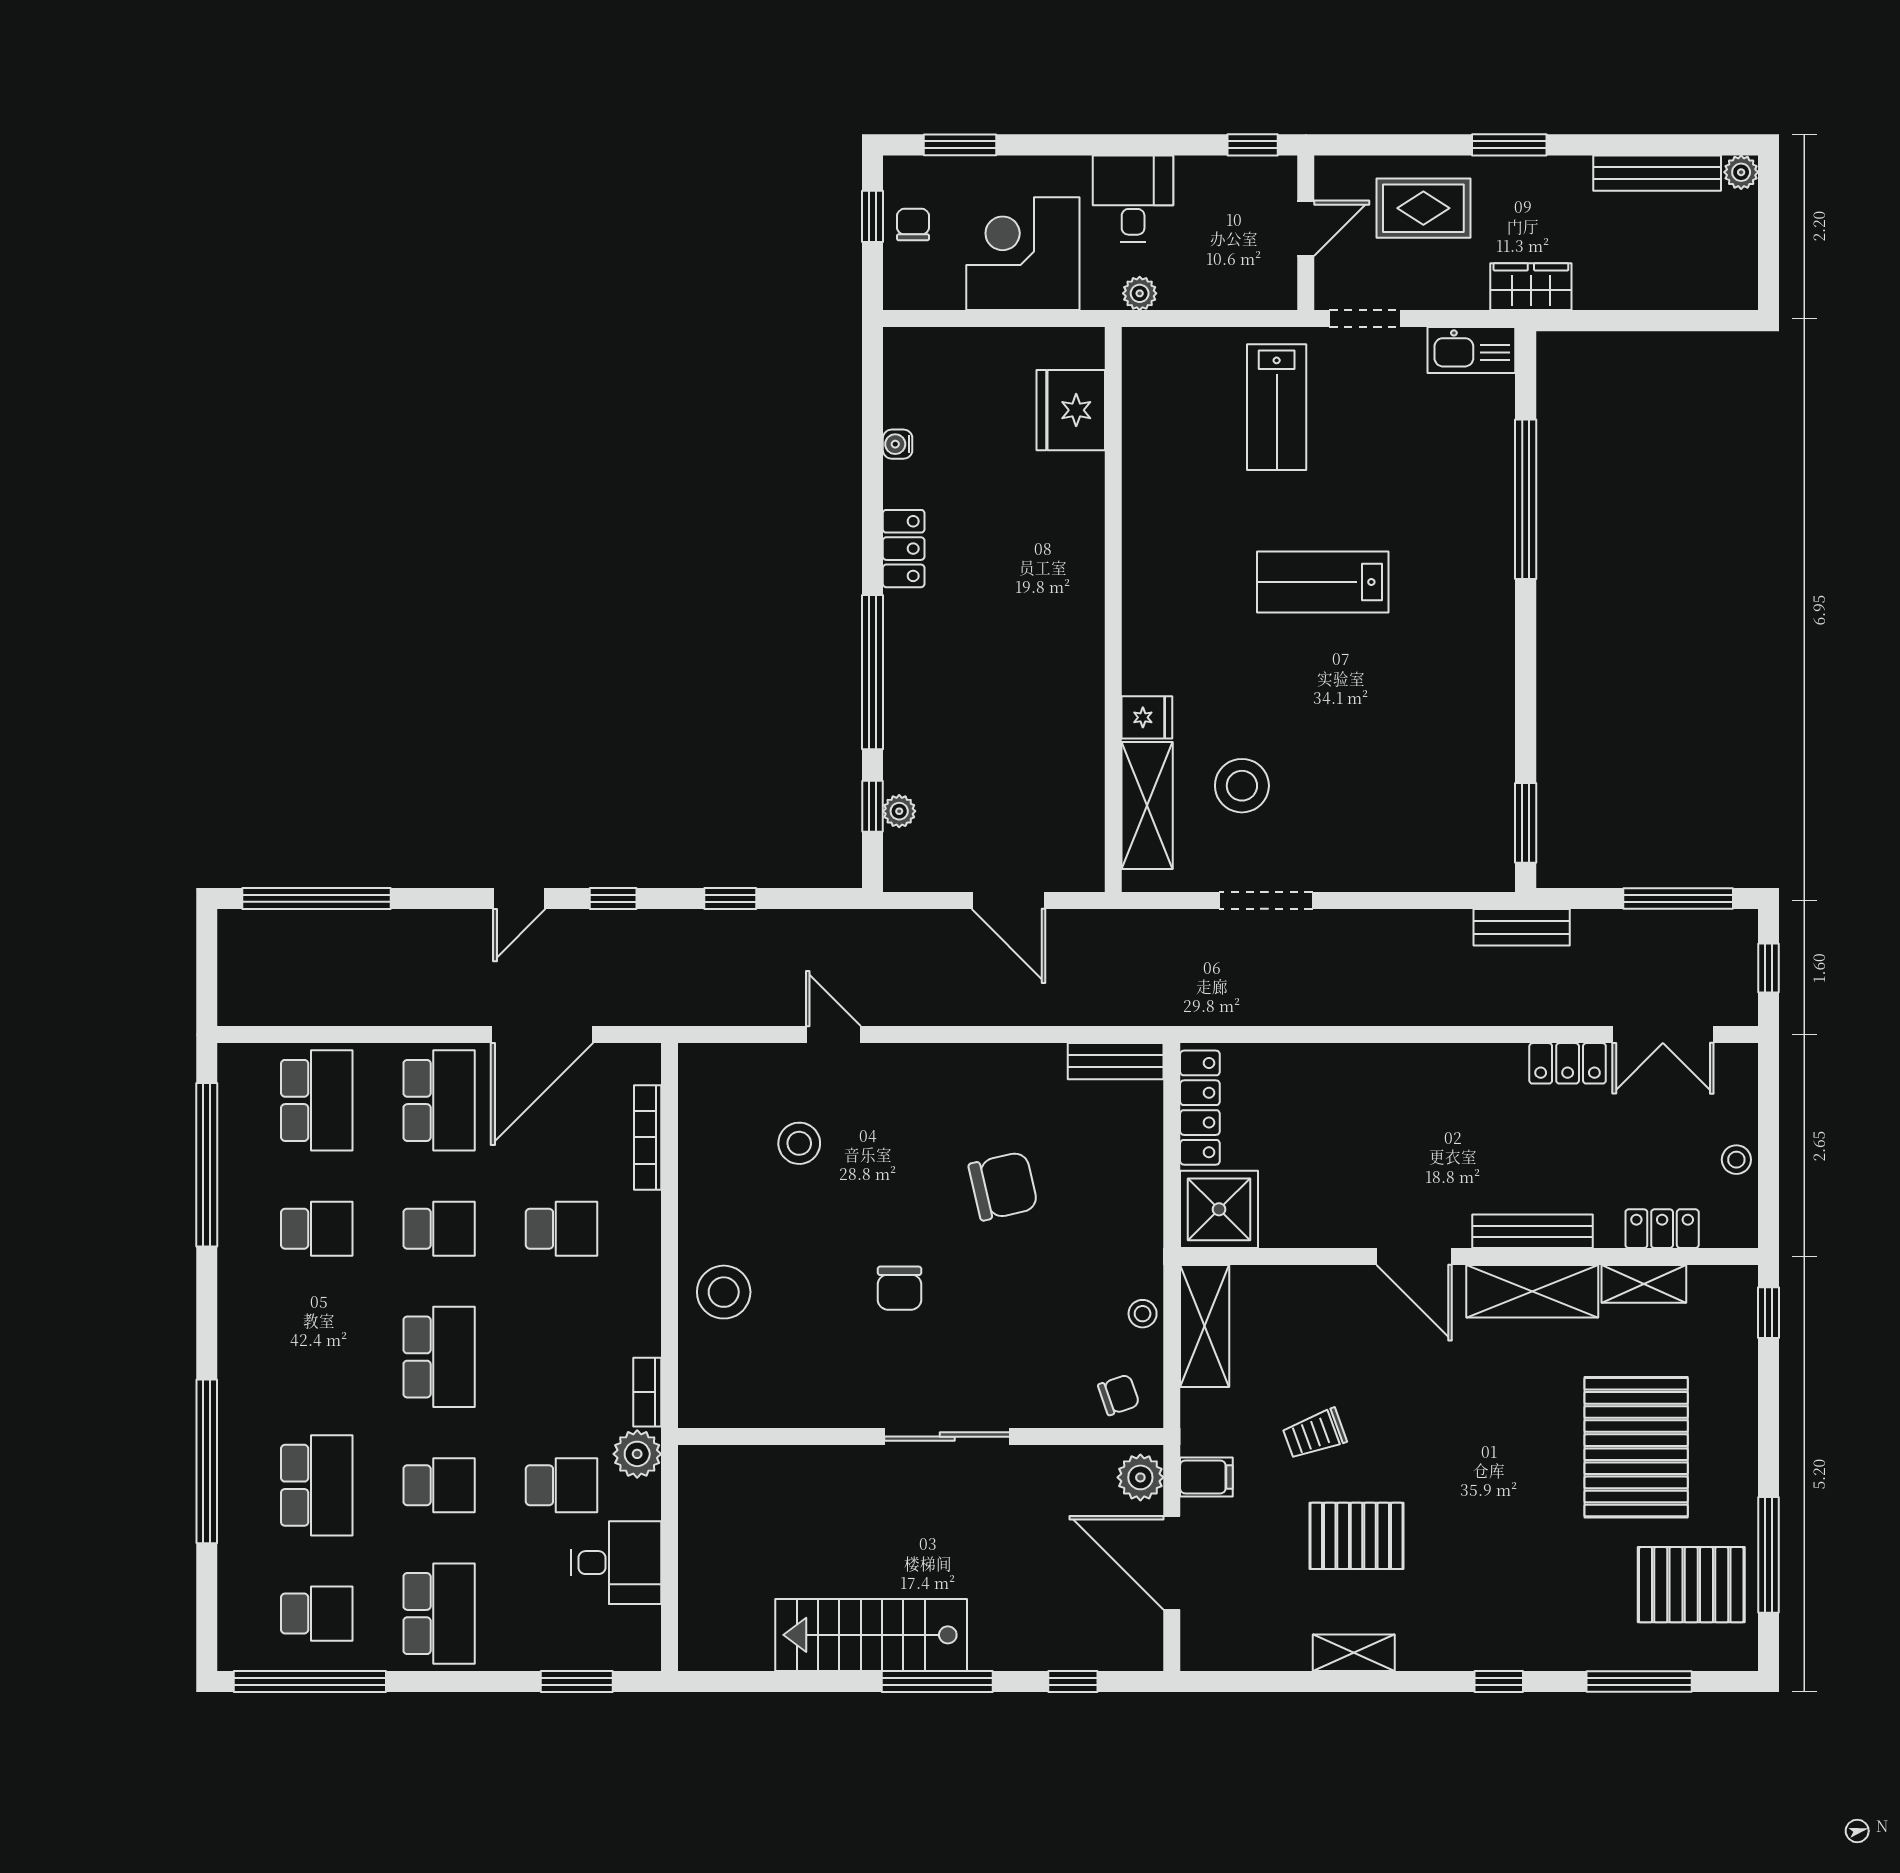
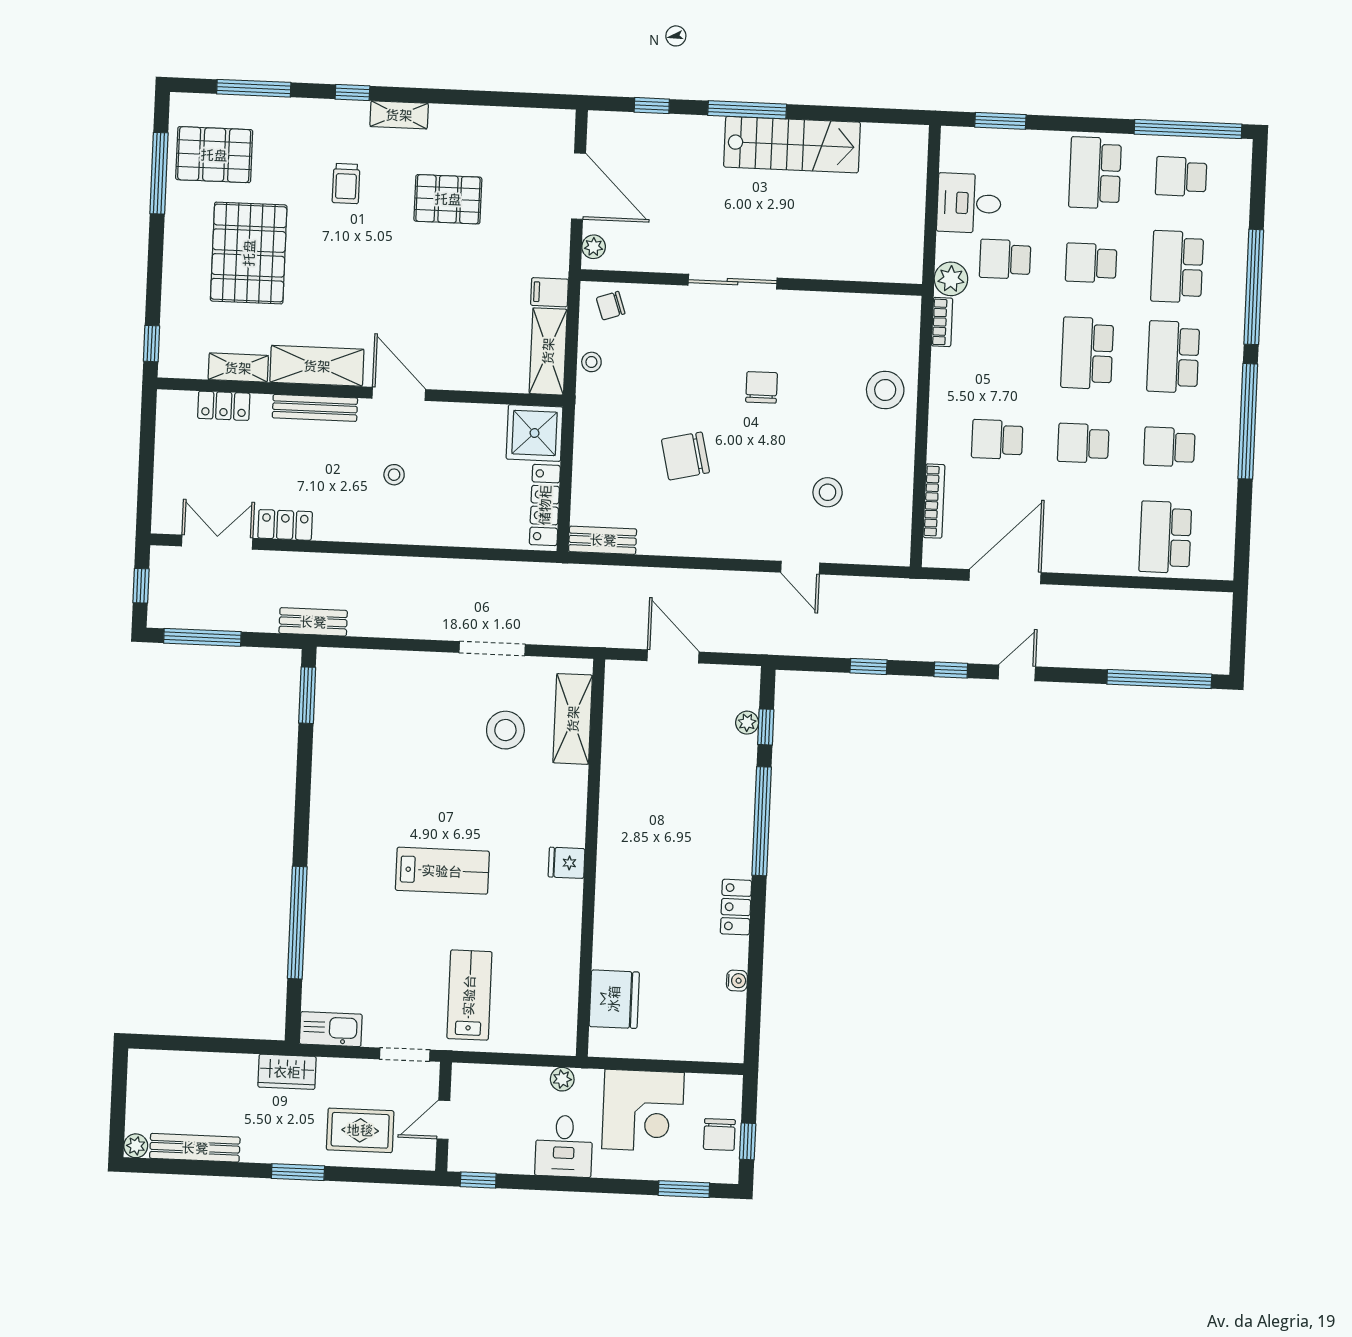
chair: (913, 225) -> (719, 1134), width x1.37, depth x1.37
fridge: (1147, 717) -> (567, 863), moved
school desk: (439, 1100) -> (1173, 357), moved
stool: (1736, 1160) -> (394, 475), moved
window: (207, 1165) -> (1248, 421), moved
trolley: (1315, 1434) -> (346, 184), moved, turned 110
plant: (1140, 1477) -> (594, 247), width x0.73, depth x0.73
filing cabinet: (1206, 1477) -> (549, 292), moved
shelving: (1354, 1653) -> (399, 115), moved

